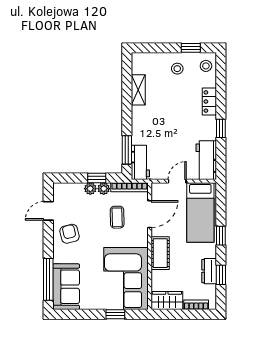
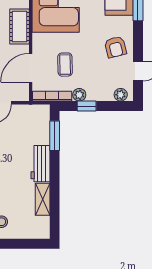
workbench: (140, 162) -> (40, 164), moved
plant: (90, 189) -> (121, 95), moved

